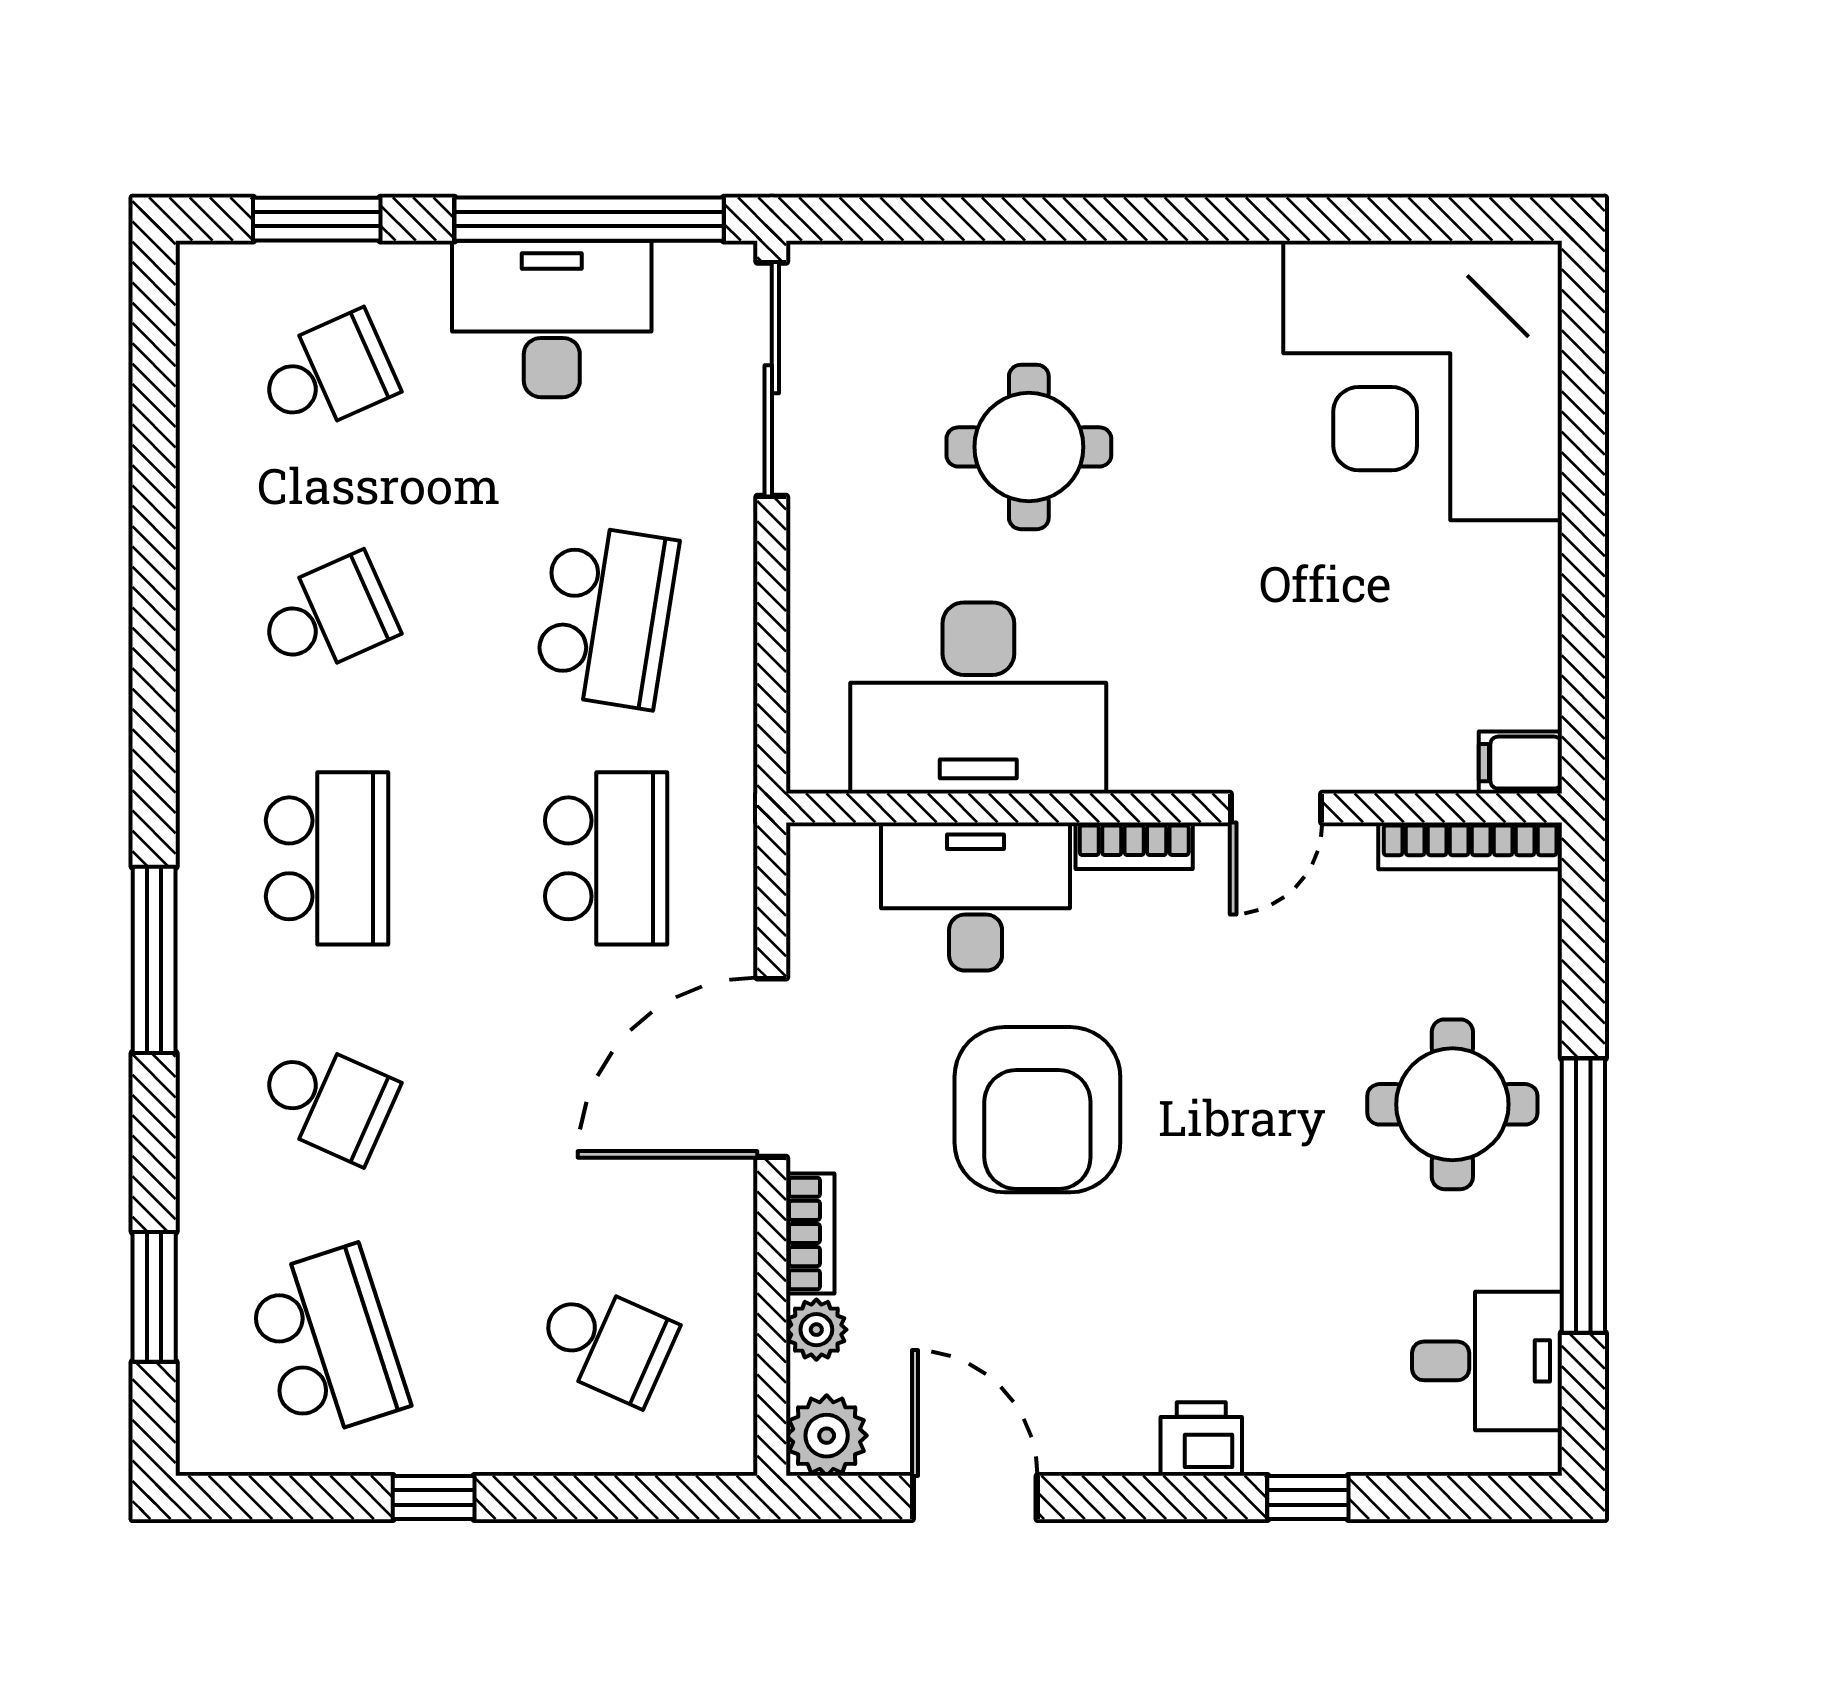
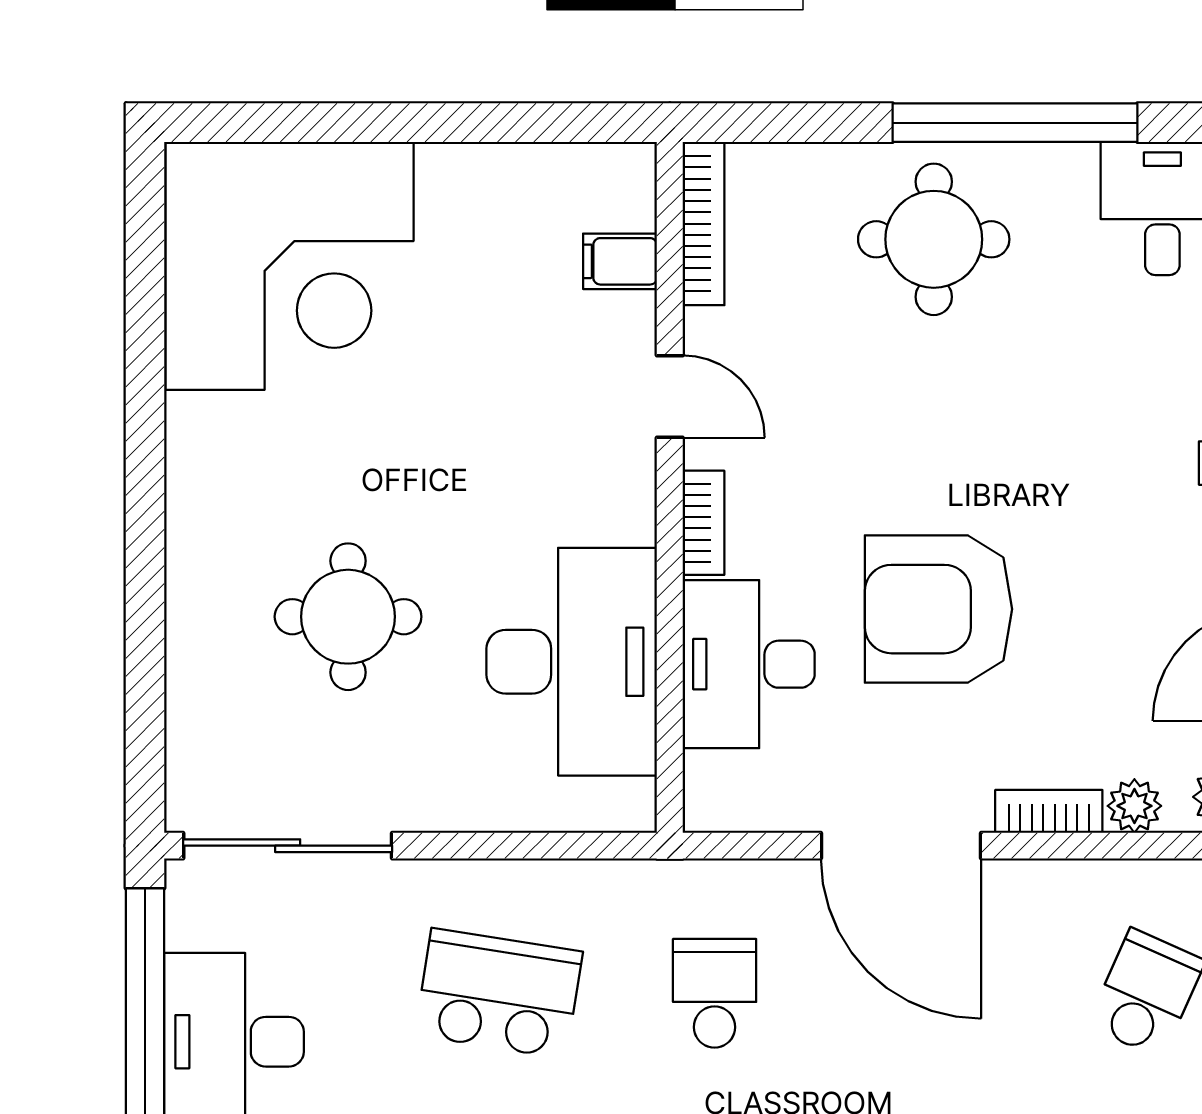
filing cabinet: (1520, 763) -> (620, 261), moved, turned 90
school desk: (606, 858) -> (715, 993), width x0.54
armchair: (1037, 1110) -> (938, 609), turned 180

